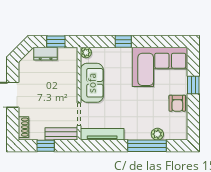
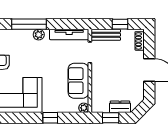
plant: (157, 134) -> (39, 35), moved

